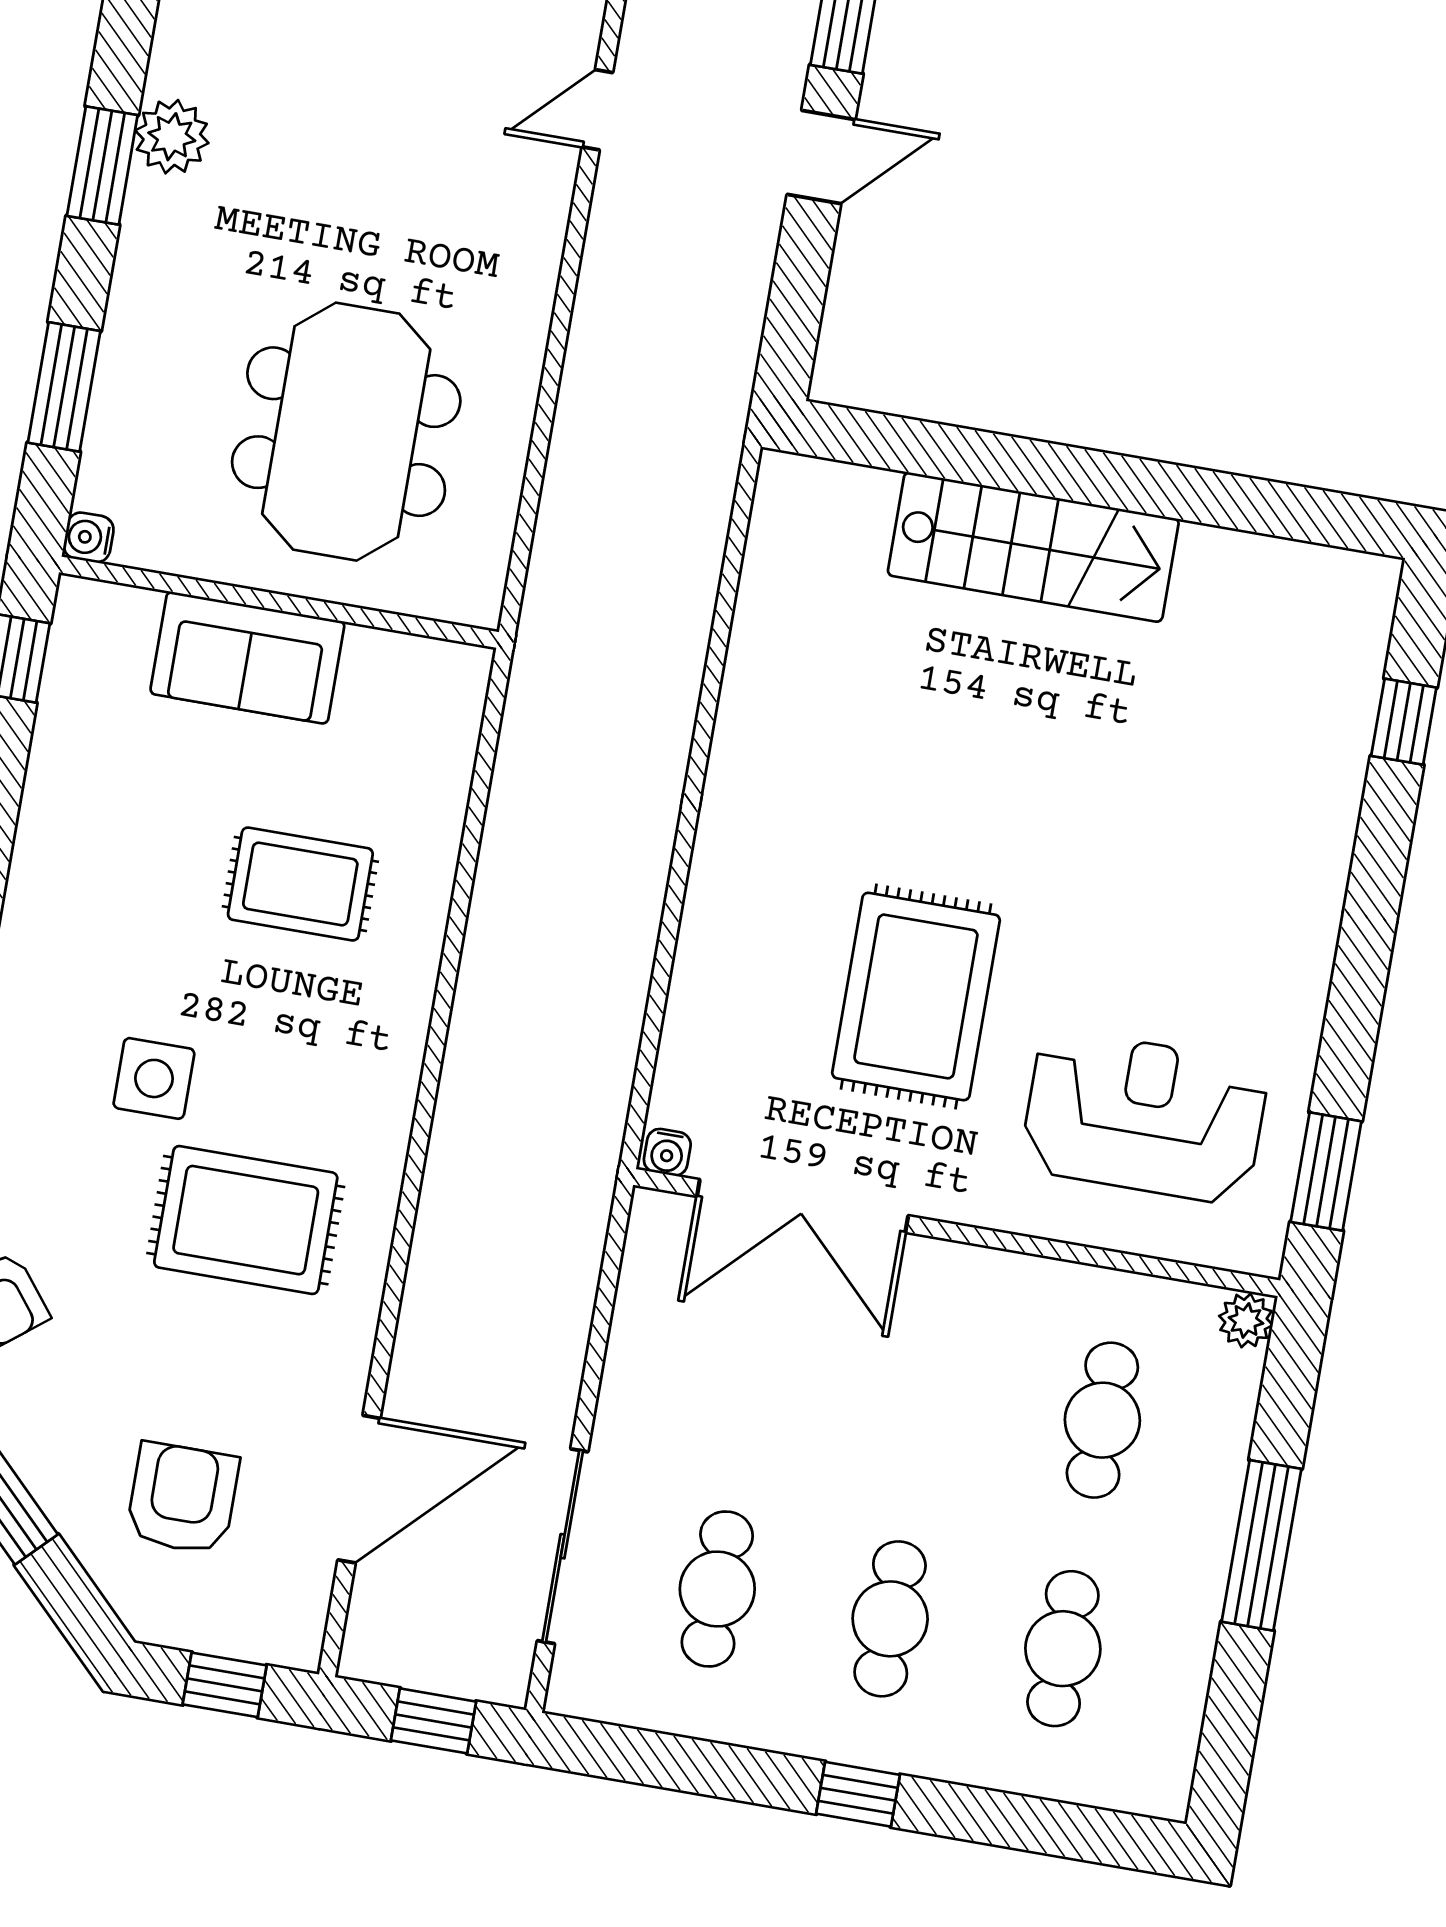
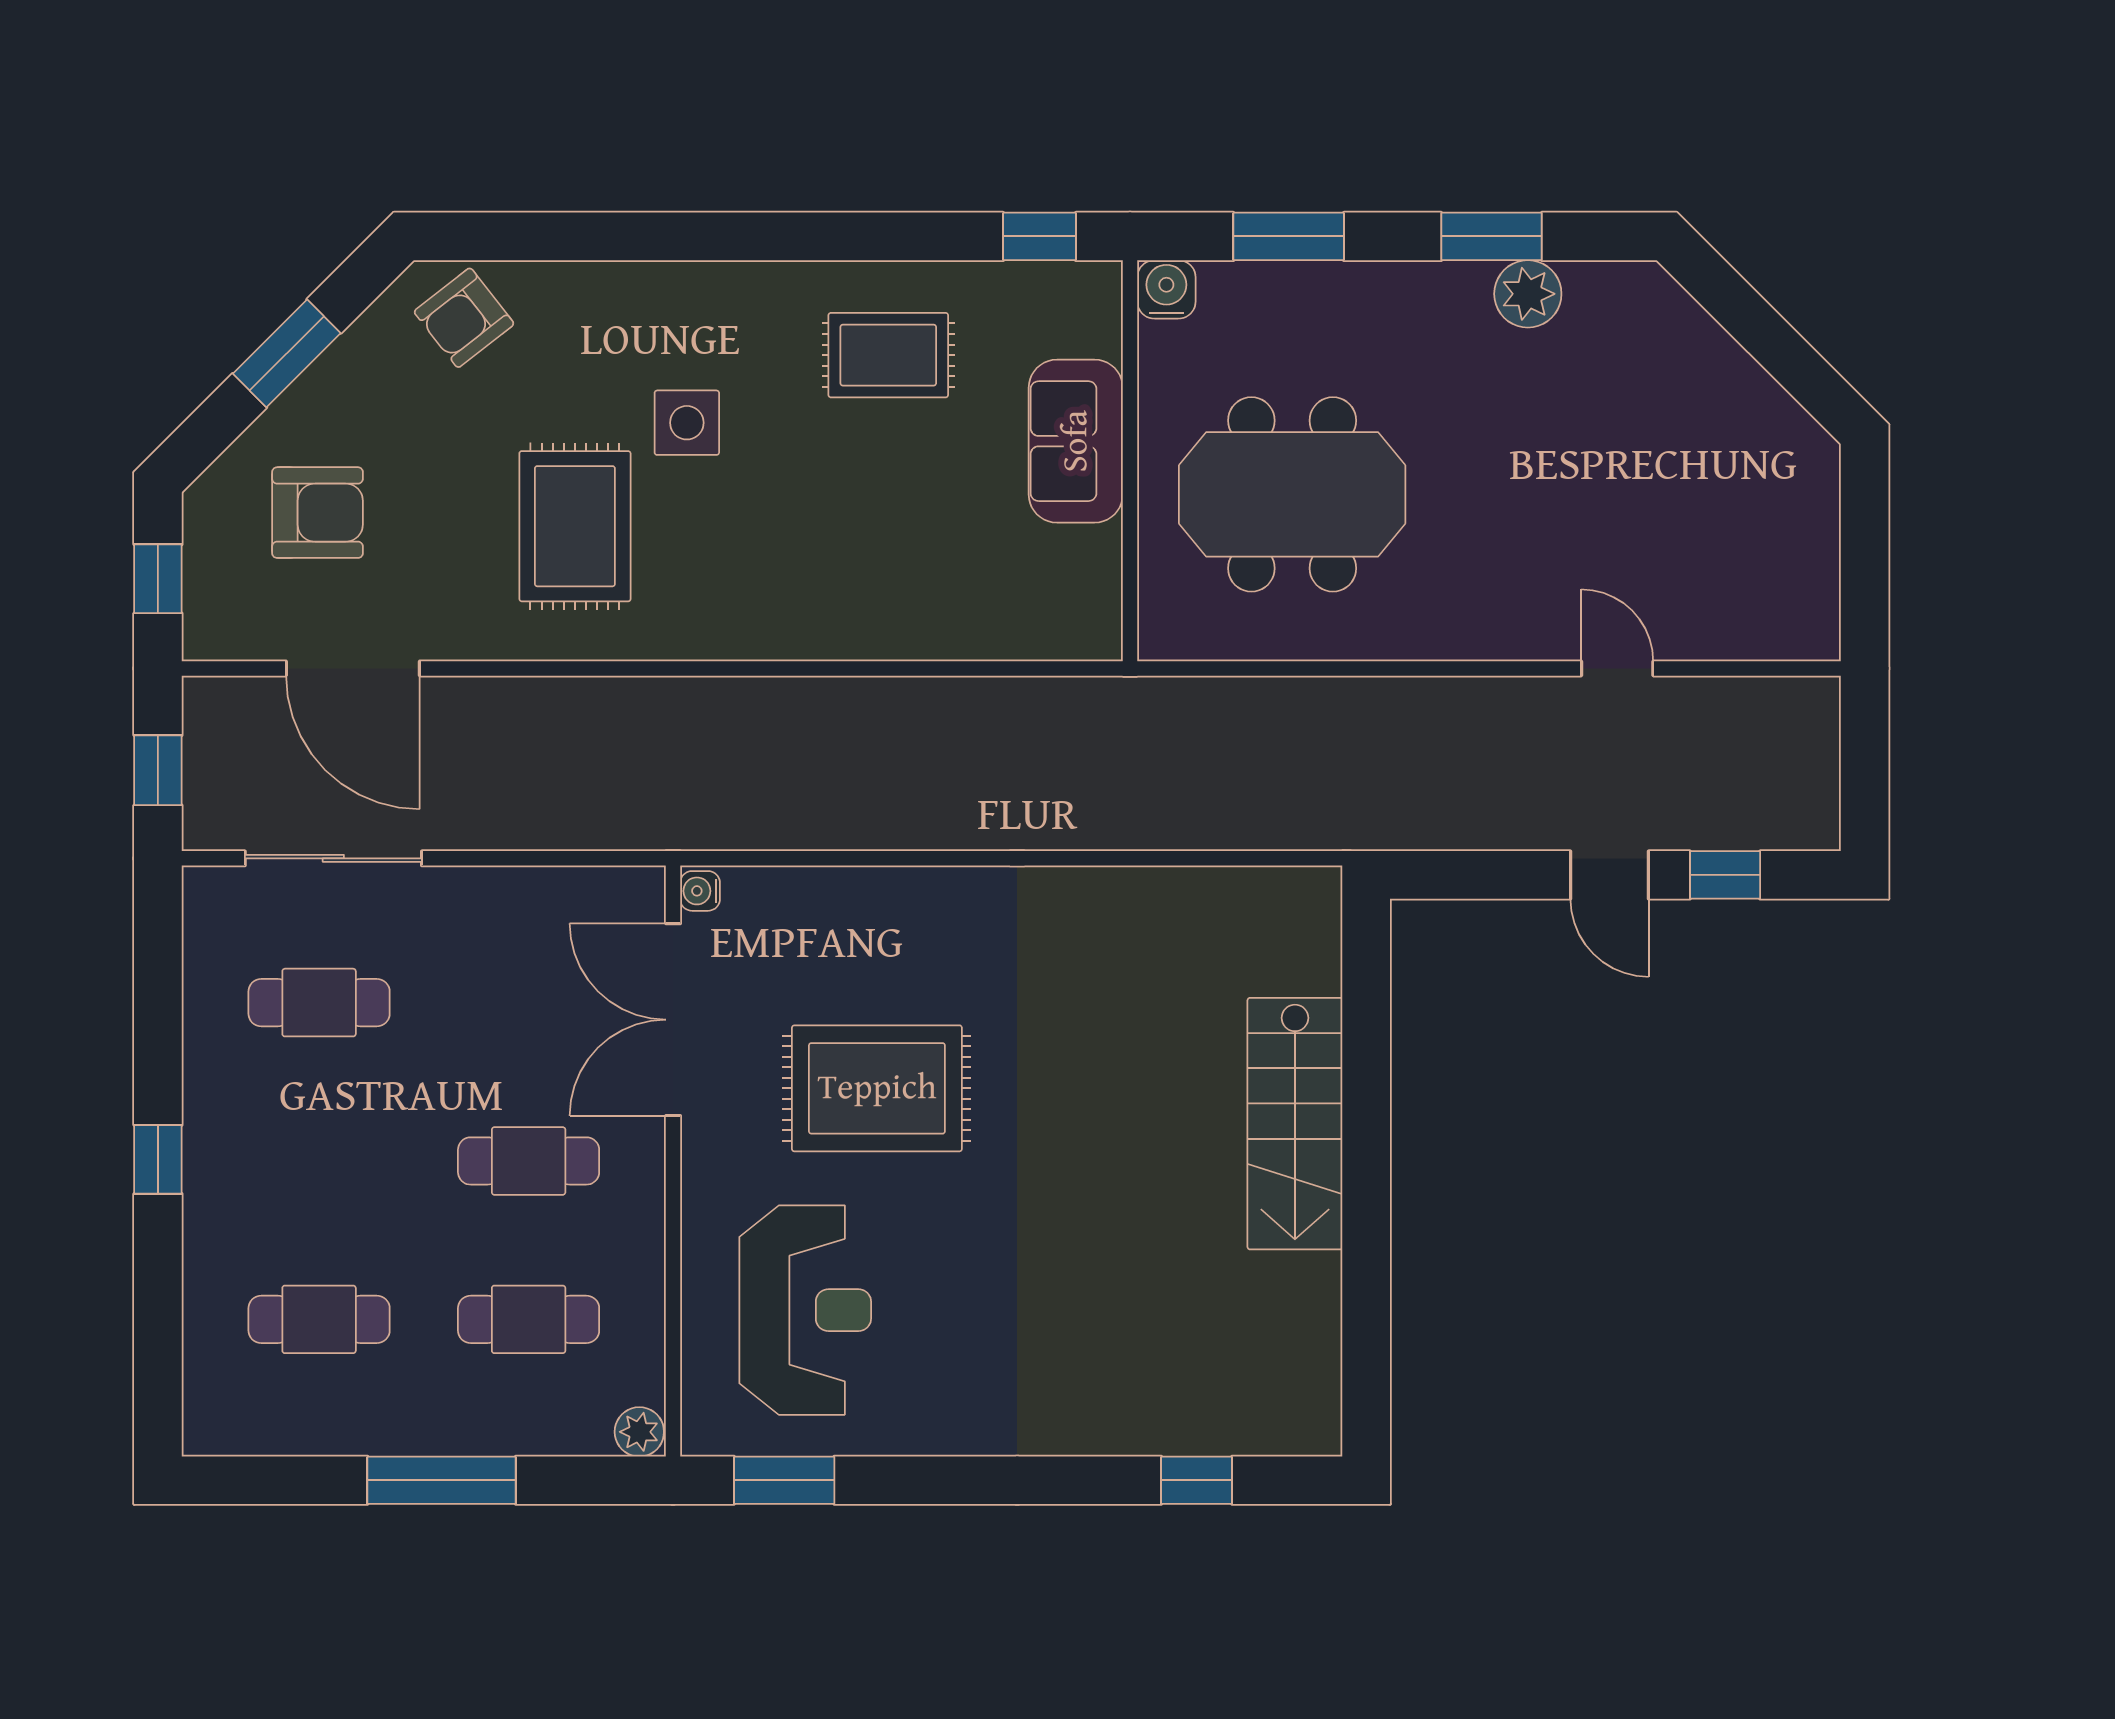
water cooler: (89, 537) -> (1166, 289), width x1.38, depth x1.38
rug: (300, 884) -> (888, 355), moved, turned 90
cafe table: (890, 1619) -> (529, 1161), moved

